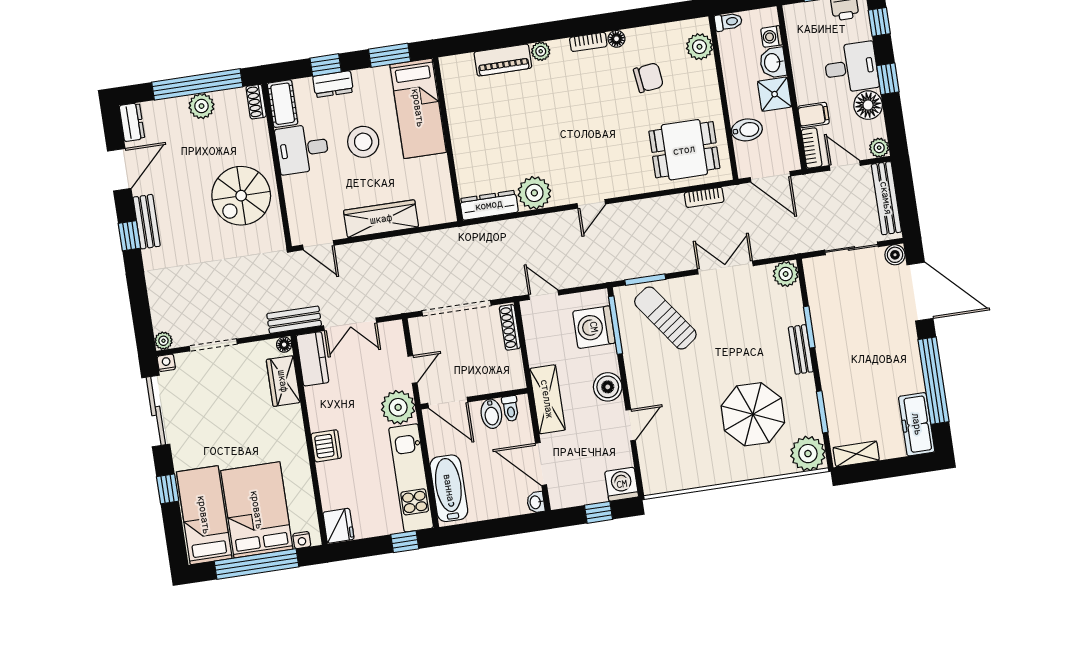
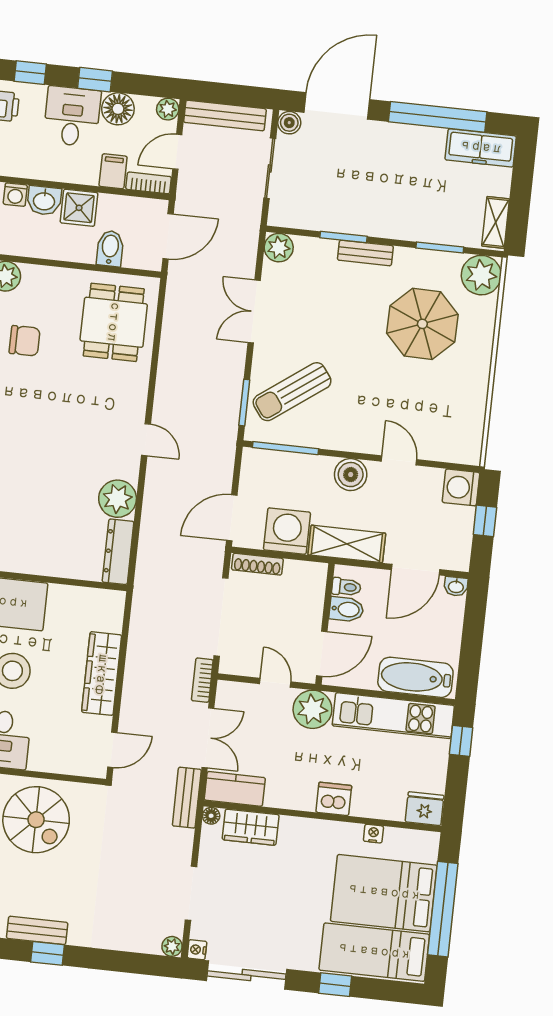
chair: (648, 78) -> (25, 341), turned 97
bookcase: (704, 197) -> (202, 680), moved, turned 180
door: (544, 295) -> (232, 518), width x1.38
washing machine: (594, 327) -> (287, 531), moved, turned 180
nightstand: (302, 540) -> (373, 834), moved, turned -90

